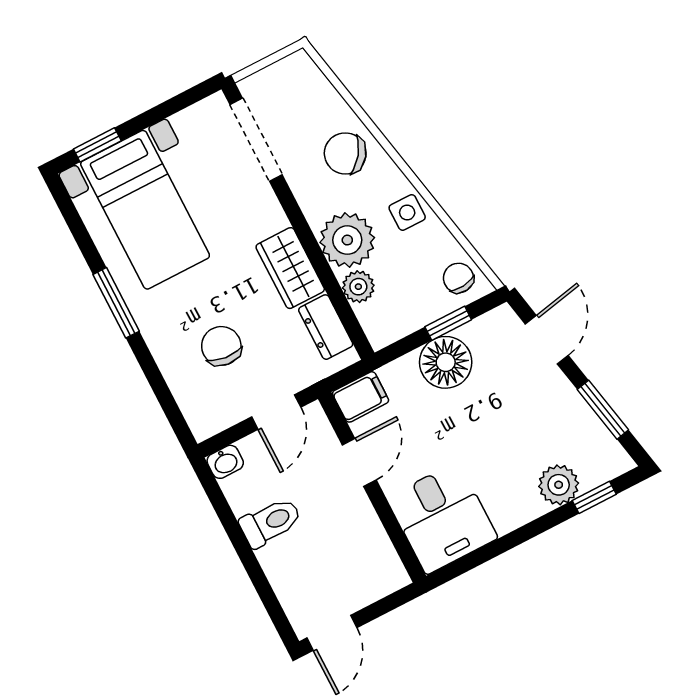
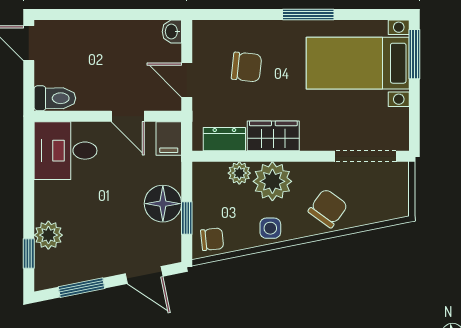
window: (97, 145) -> (414, 54), width x1.50
toilet: (270, 522) -> (55, 98), moved, turned -90

